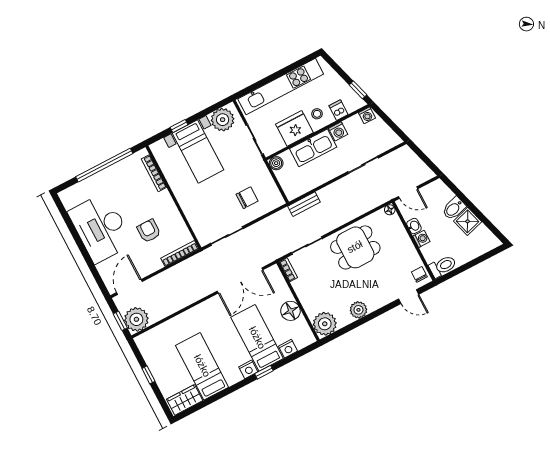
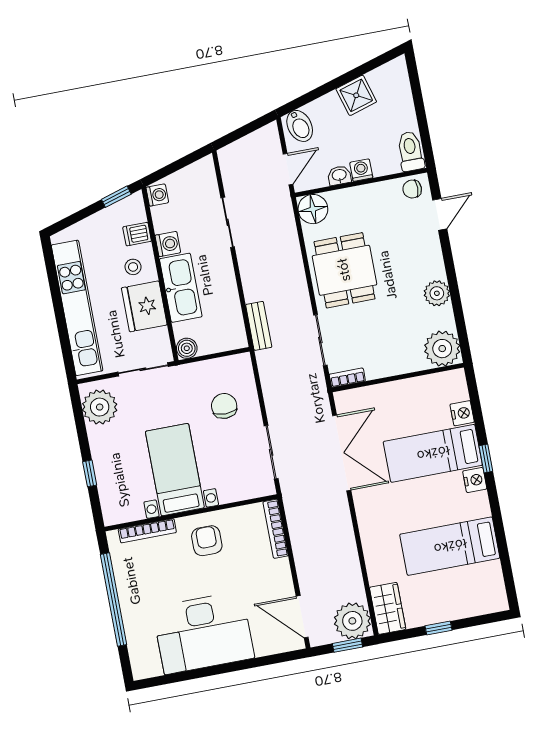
bed with nightstands: (198, 152) -> (175, 470), moved, turned -90
bidet: (454, 208) -> (300, 126), moved
floor lamp: (390, 210) -> (313, 209), width x1.89, depth x1.89
armchair: (149, 231) -> (207, 541), moved, turned 90
floor lamp: (290, 311) -> (408, 393), removed
wardrobe: (185, 400) -> (388, 608), moved, turned 180

